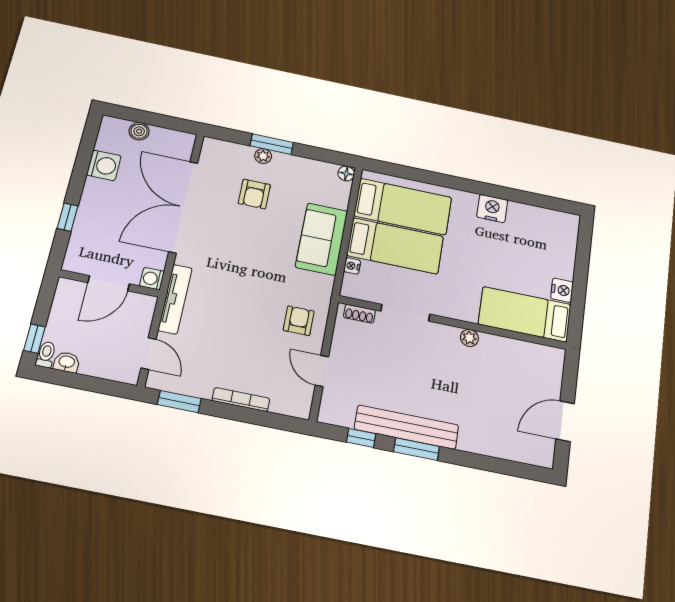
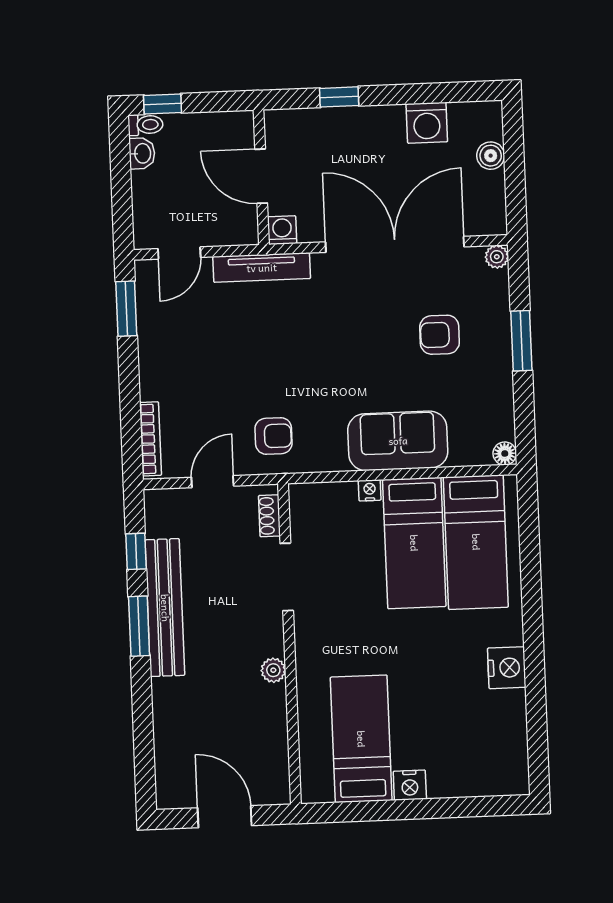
plant: (263, 156) -> (497, 257), moved
doorway: (405, 313) -> (287, 577), moved
shoe rack: (359, 314) -> (269, 516), moved
wall: (453, 323) -> (289, 644), moved
plant: (469, 338) -> (273, 670), moved
bookcase: (241, 400) -> (150, 439), moved

